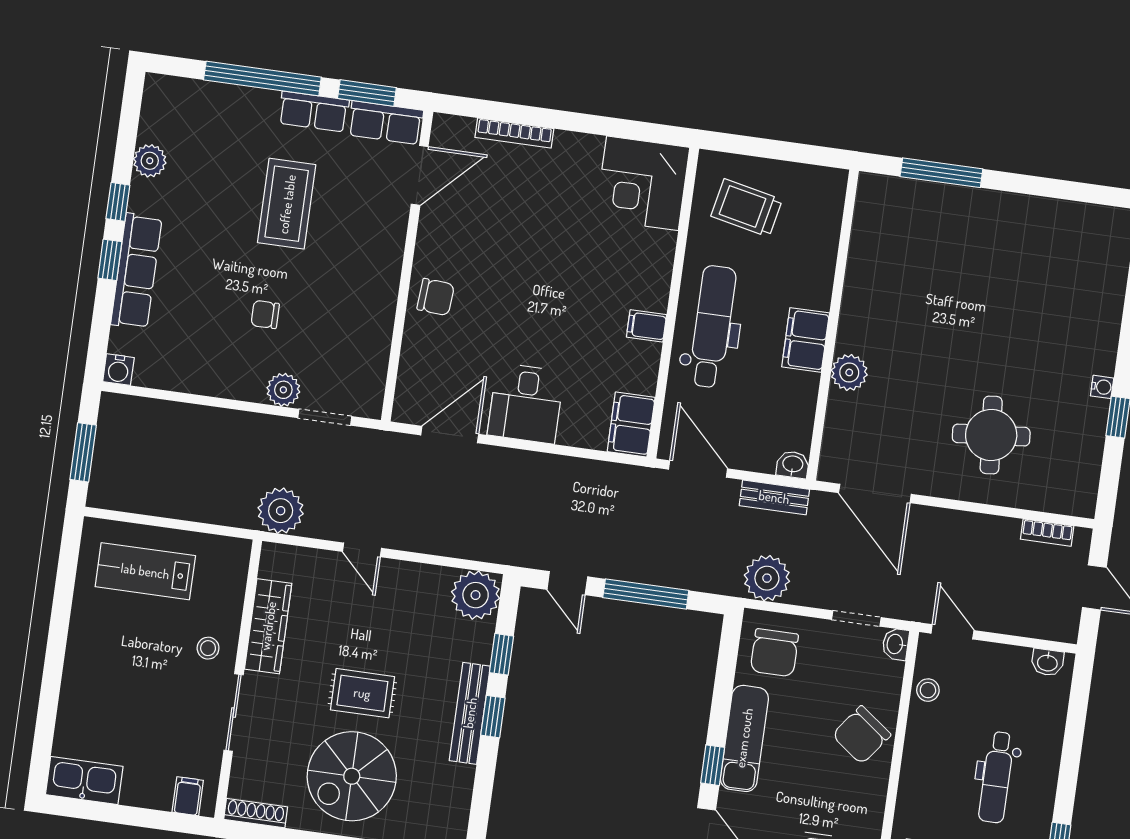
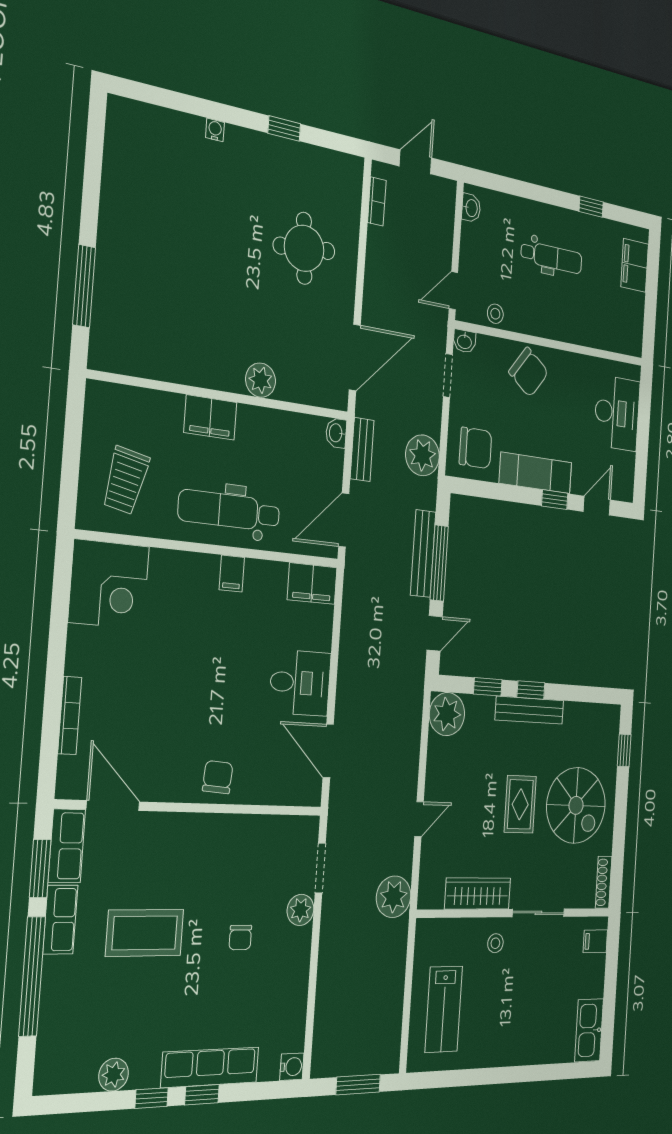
filing cabinet: (806, 340) -> (210, 417), moved
water cooler: (1102, 387) -> (215, 130), moved
bench: (657, 573) -> (423, 553), added

